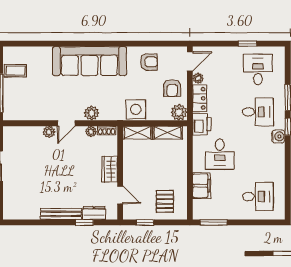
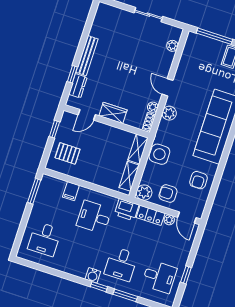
plant: (49, 132) -> (172, 46), moved
filing cabinet: (201, 186) -> (71, 191), width x0.50

